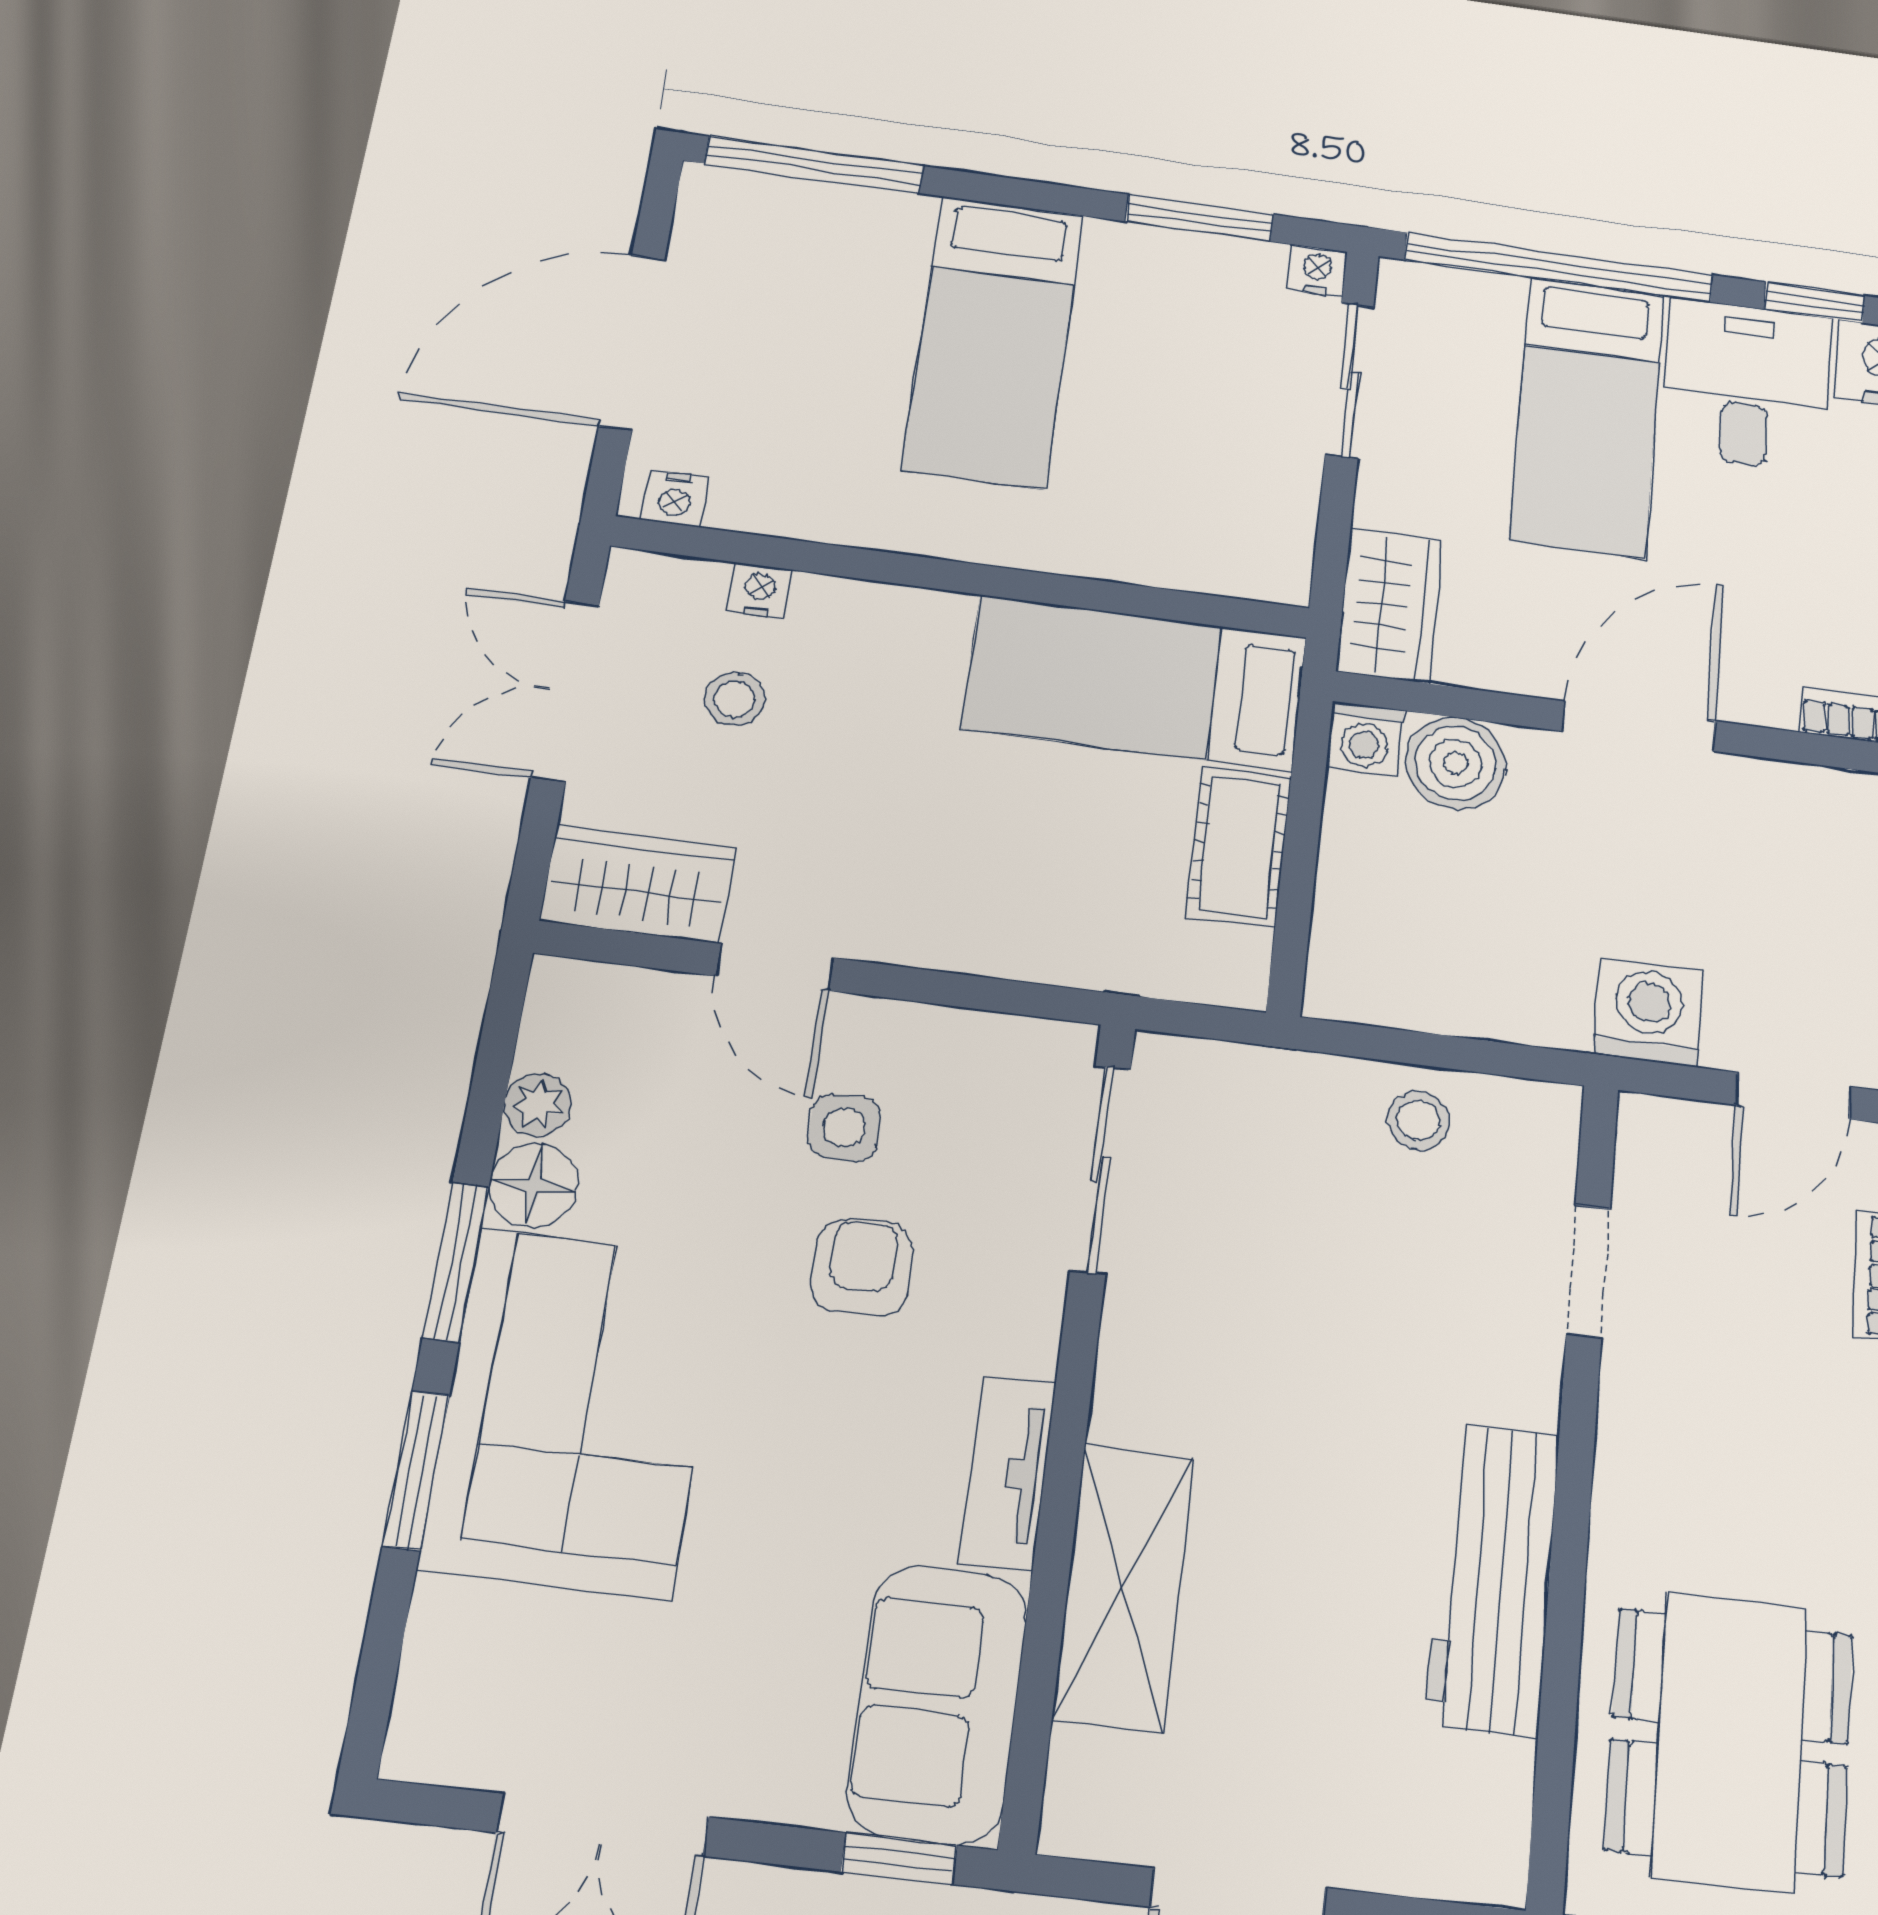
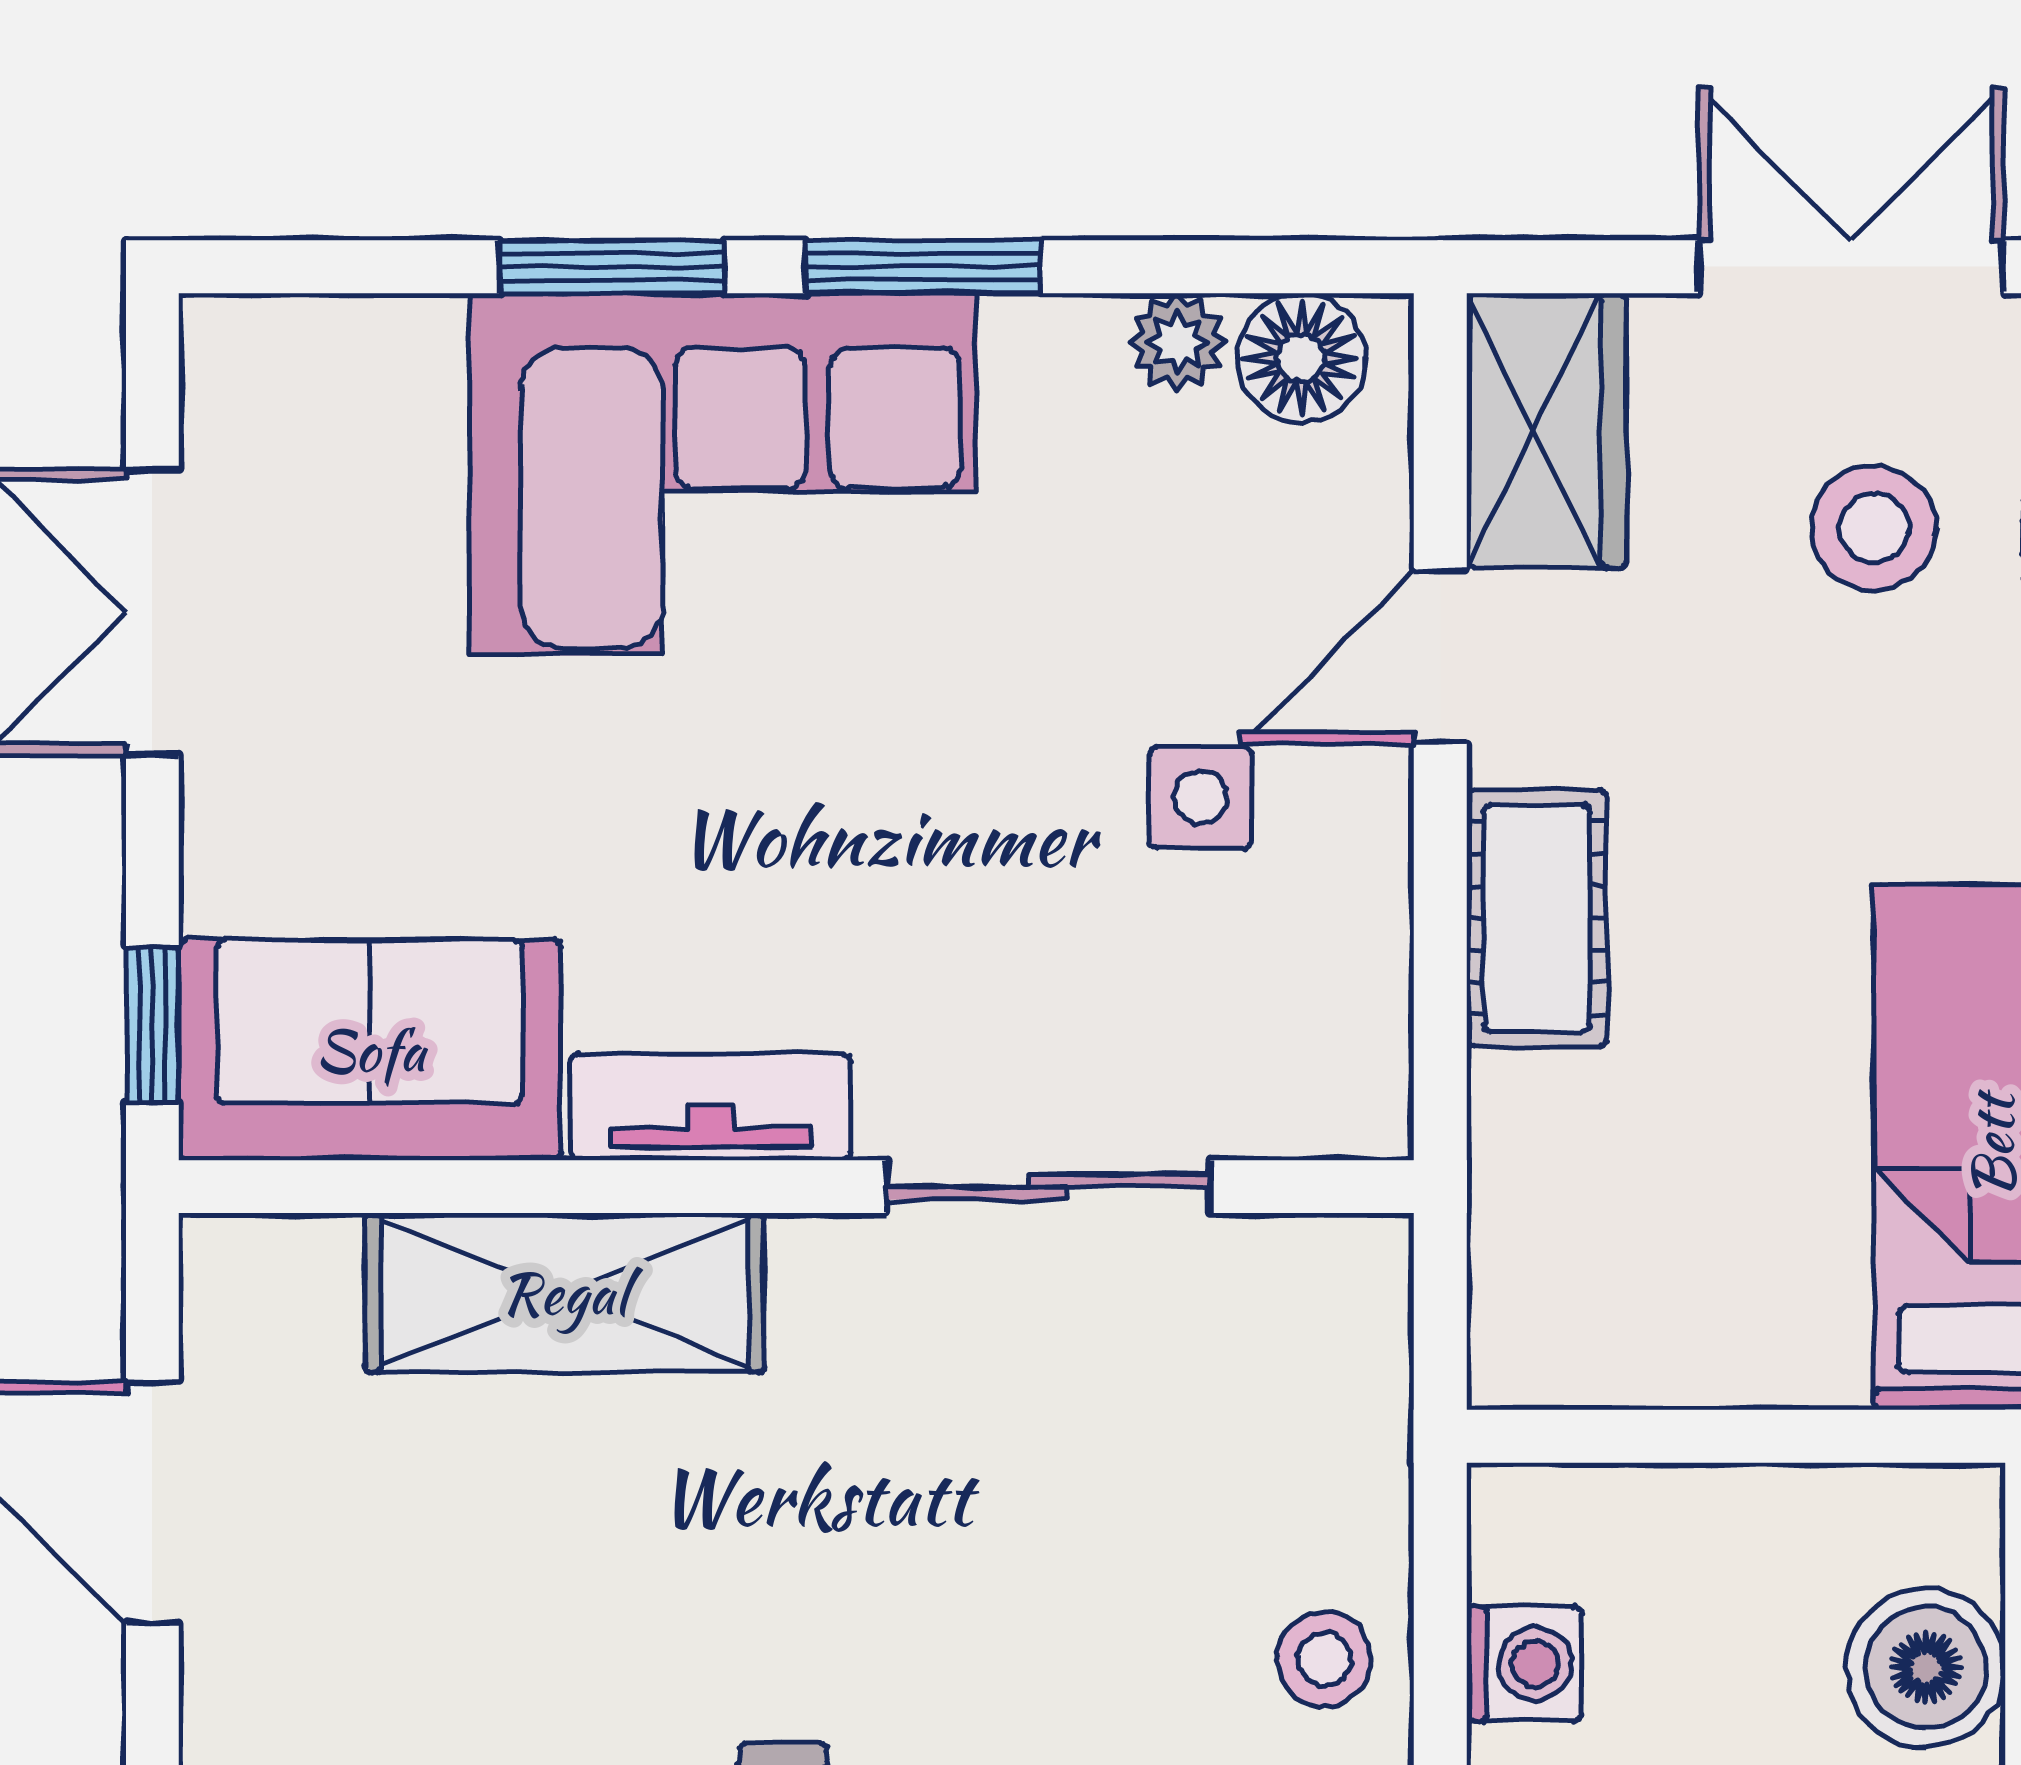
stool: (734, 699) -> (1874, 528), width x1.37, depth x1.37
washing machine: (1365, 738) -> (1524, 1664), moved, turned 180
cot: (1239, 847) -> (1537, 918), moved, turned 90
sliding door: (1100, 1169) -> (1048, 1187), moved
floor lamp: (534, 1185) -> (1301, 358), moved
armchair: (862, 1268) -> (989, 854), removed

